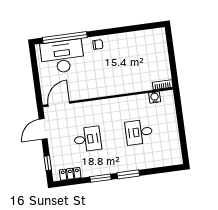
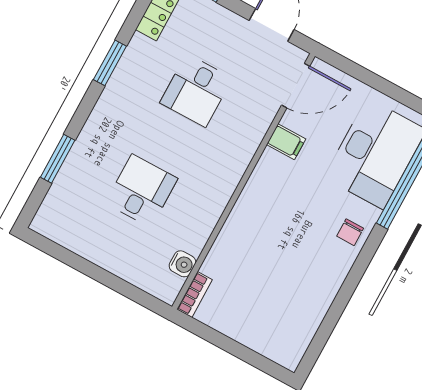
filing cabinet: (82, 92) -> (286, 142), added
door: (59, 104) -> (296, 86), hinge flipped
window: (128, 174) -> (58, 159), moved

